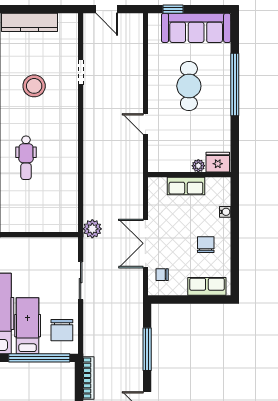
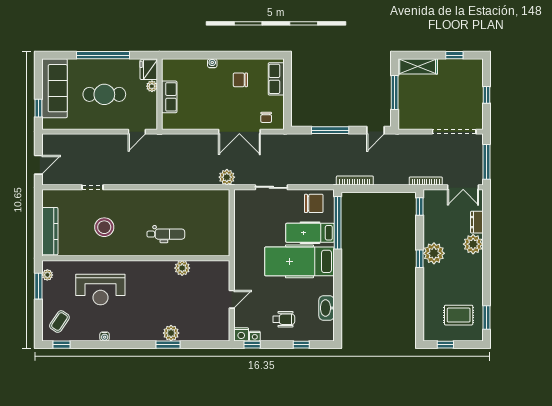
fridge: (218, 162) -> (149, 70), moved
plant: (198, 166) -> (152, 86), moved
wall: (189, 175) -> (159, 94), moved
row of seats: (186, 186) -> (169, 97), moved

